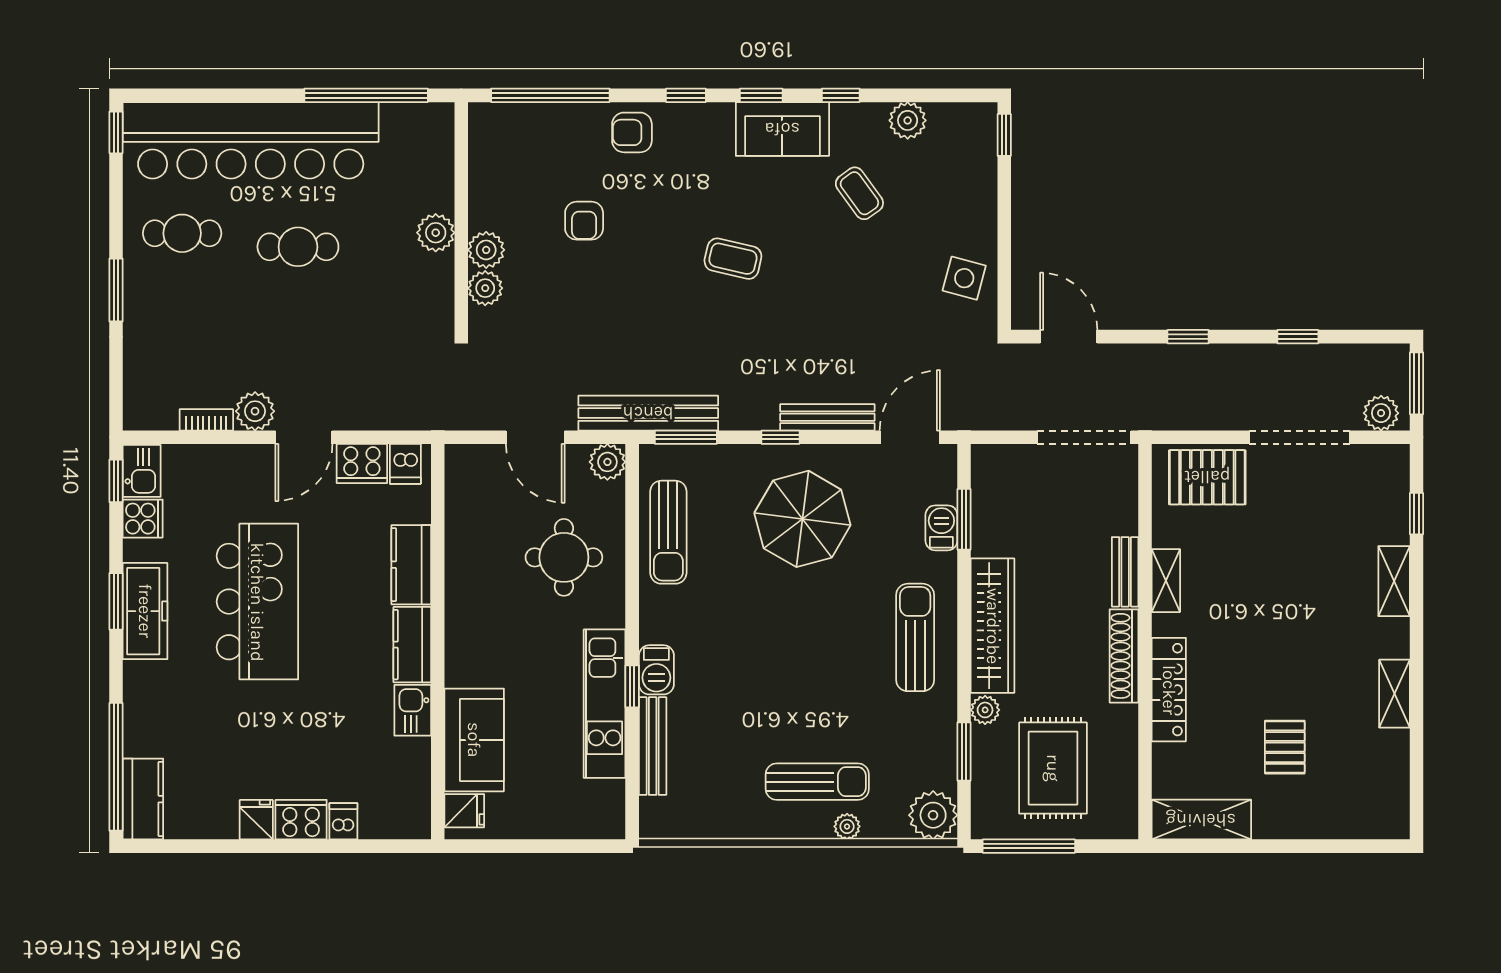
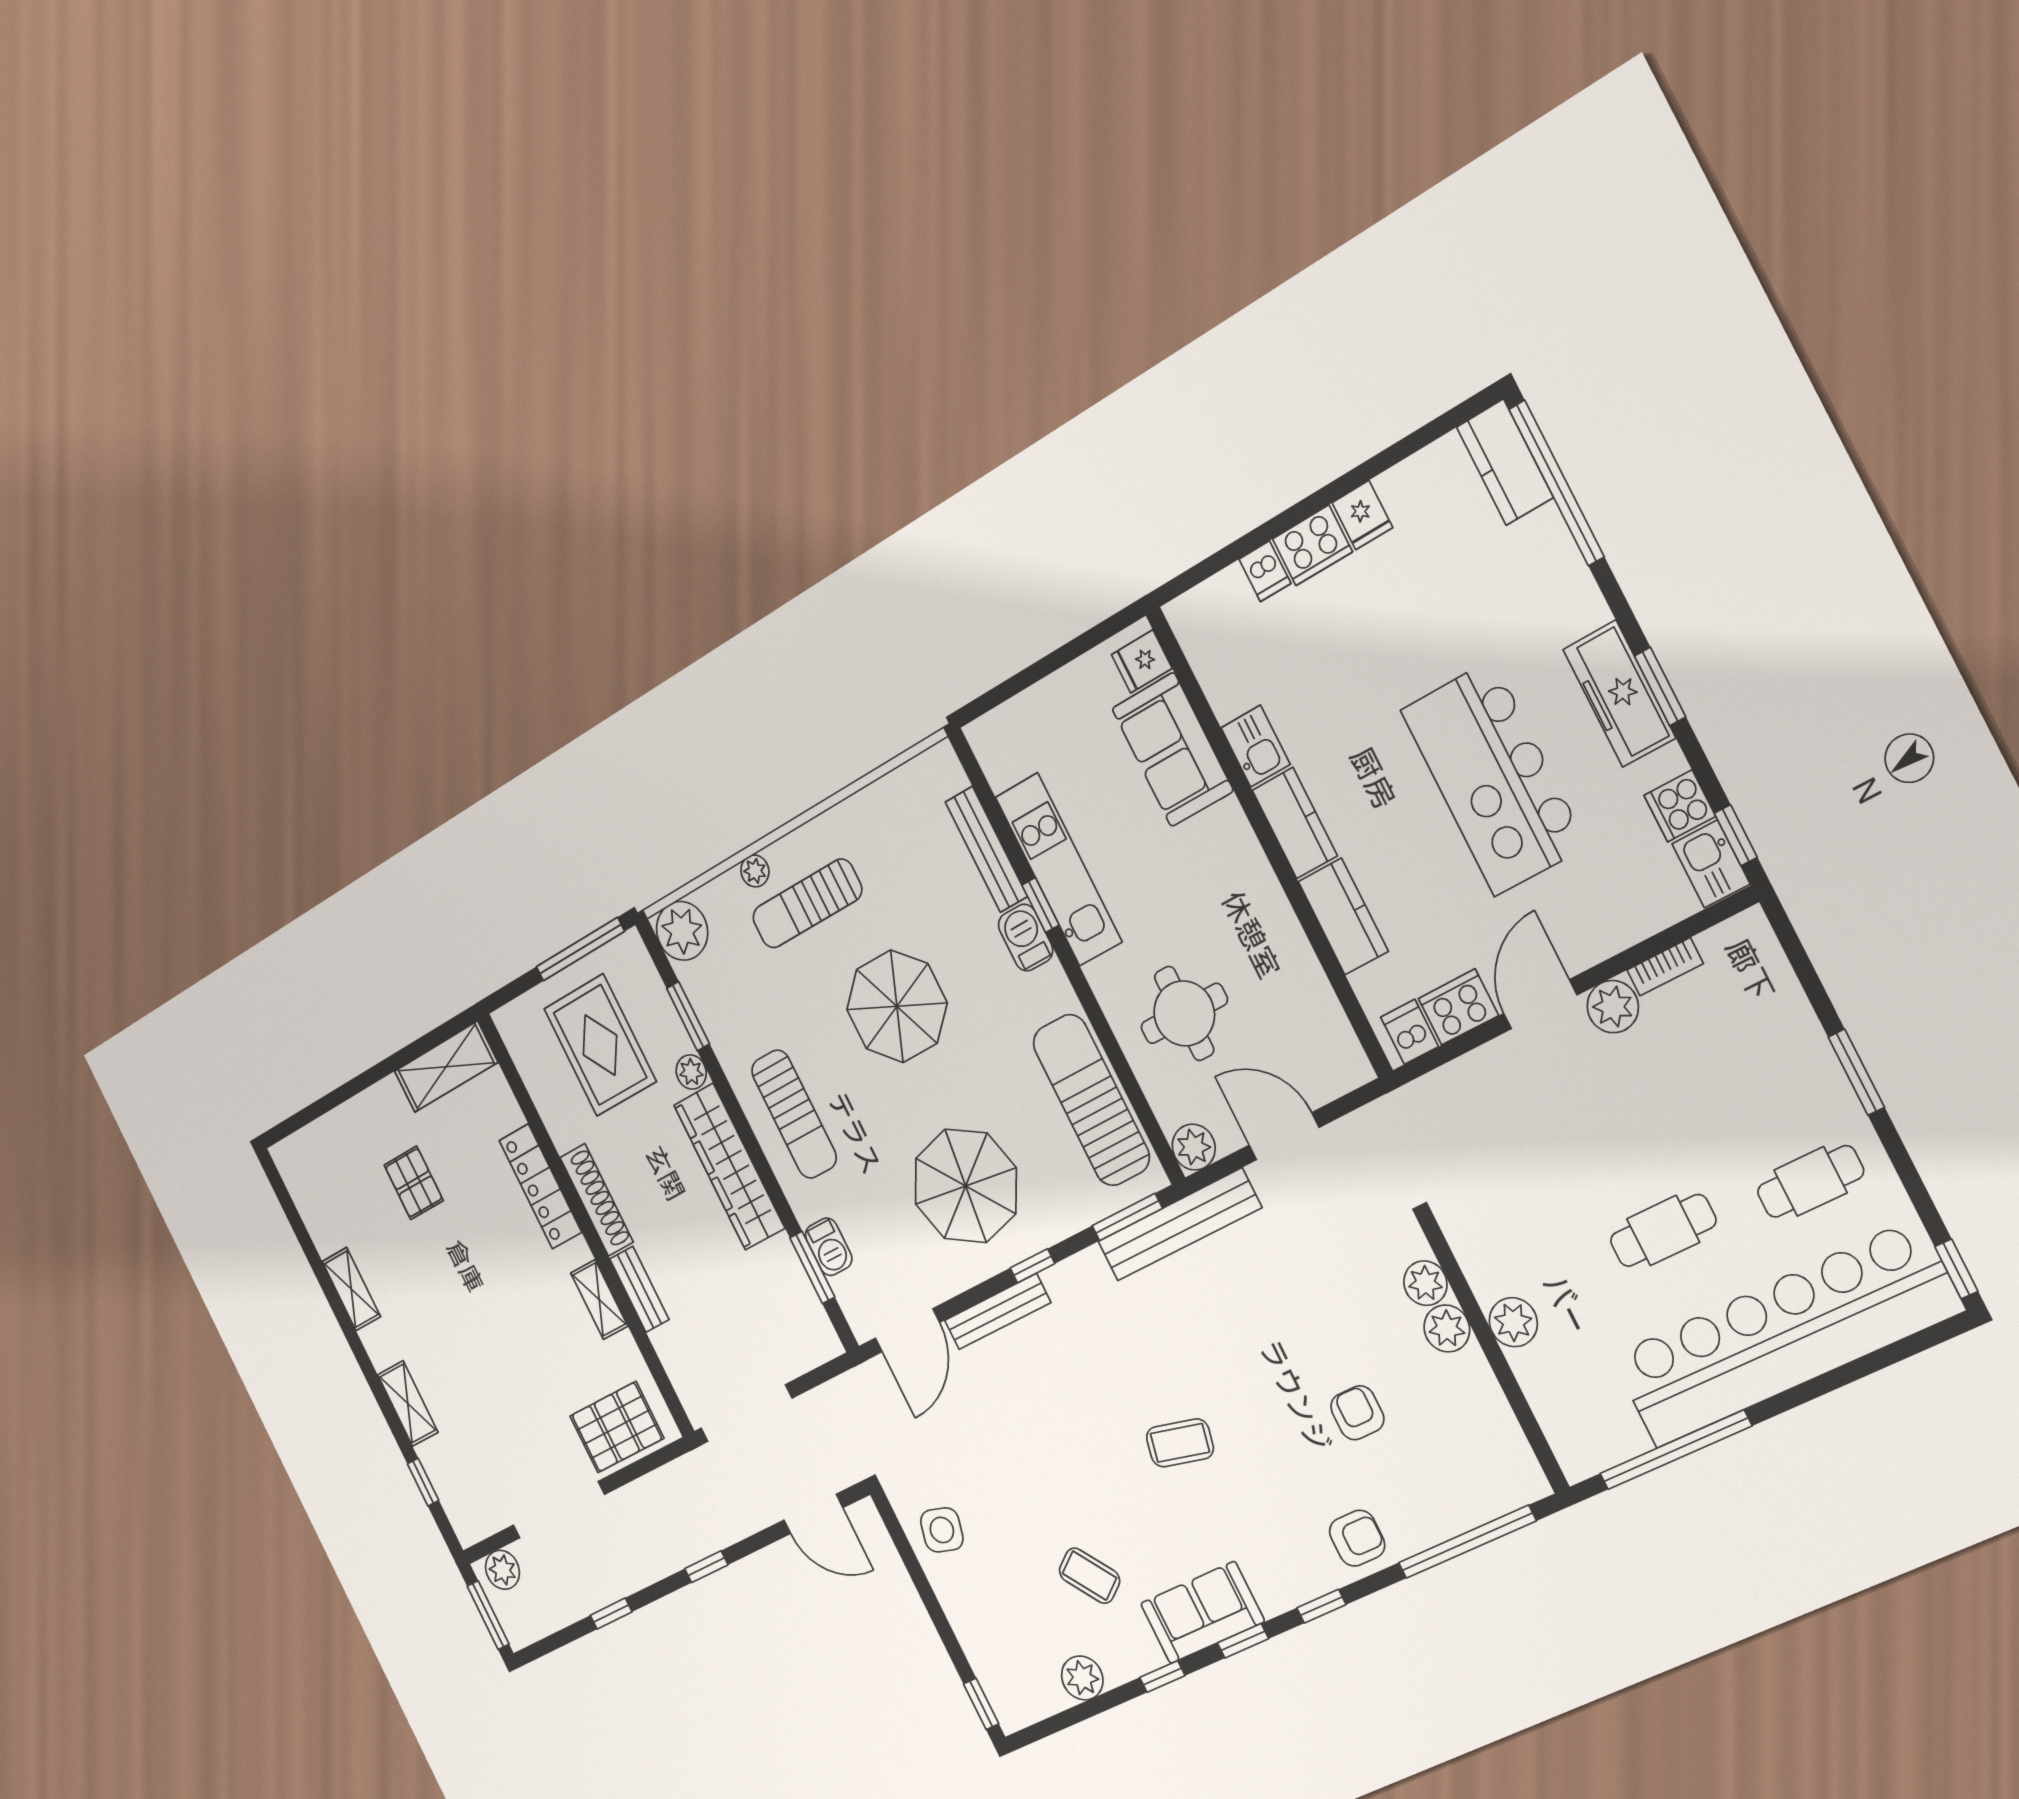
sun lounger: (668, 532) -> (1091, 1100), width x1.36, depth x1.34
parasol: (786, 673) -> (897, 1006), added

